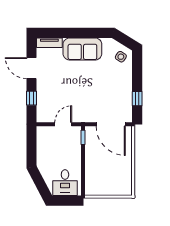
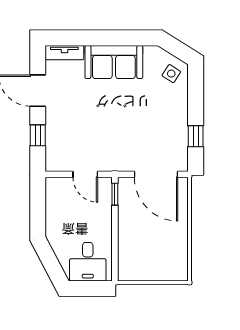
door: (63, 124) -> (85, 174), swing flipped

